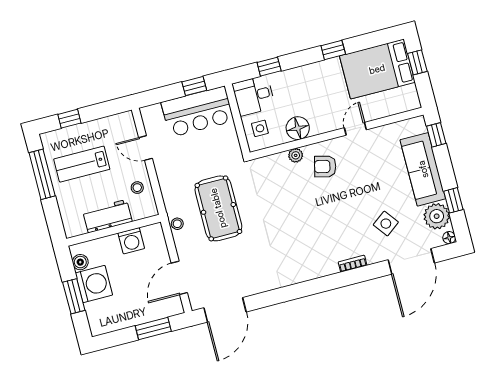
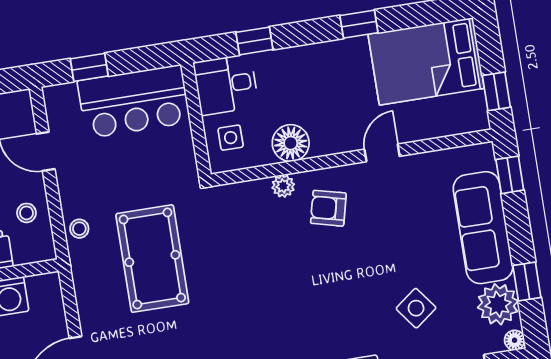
window: (417, 62) -> (496, 91), moved
window: (194, 86) -> (89, 67), moved
stool: (177, 224) -> (79, 229), moved

